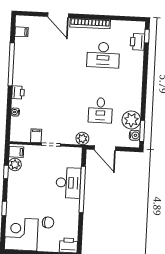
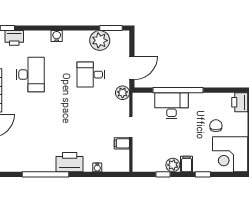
filing cabinet: (21, 32) -> (10, 165), removed
printer: (18, 92) -> (70, 162), width x1.87, depth x1.48
desk: (100, 110) -> (91, 75), turned 180
water cooler: (135, 135) -> (57, 36), moved
filing cabinet: (16, 152) -> (187, 164), moved
plant: (15, 164) -> (173, 165), moved

